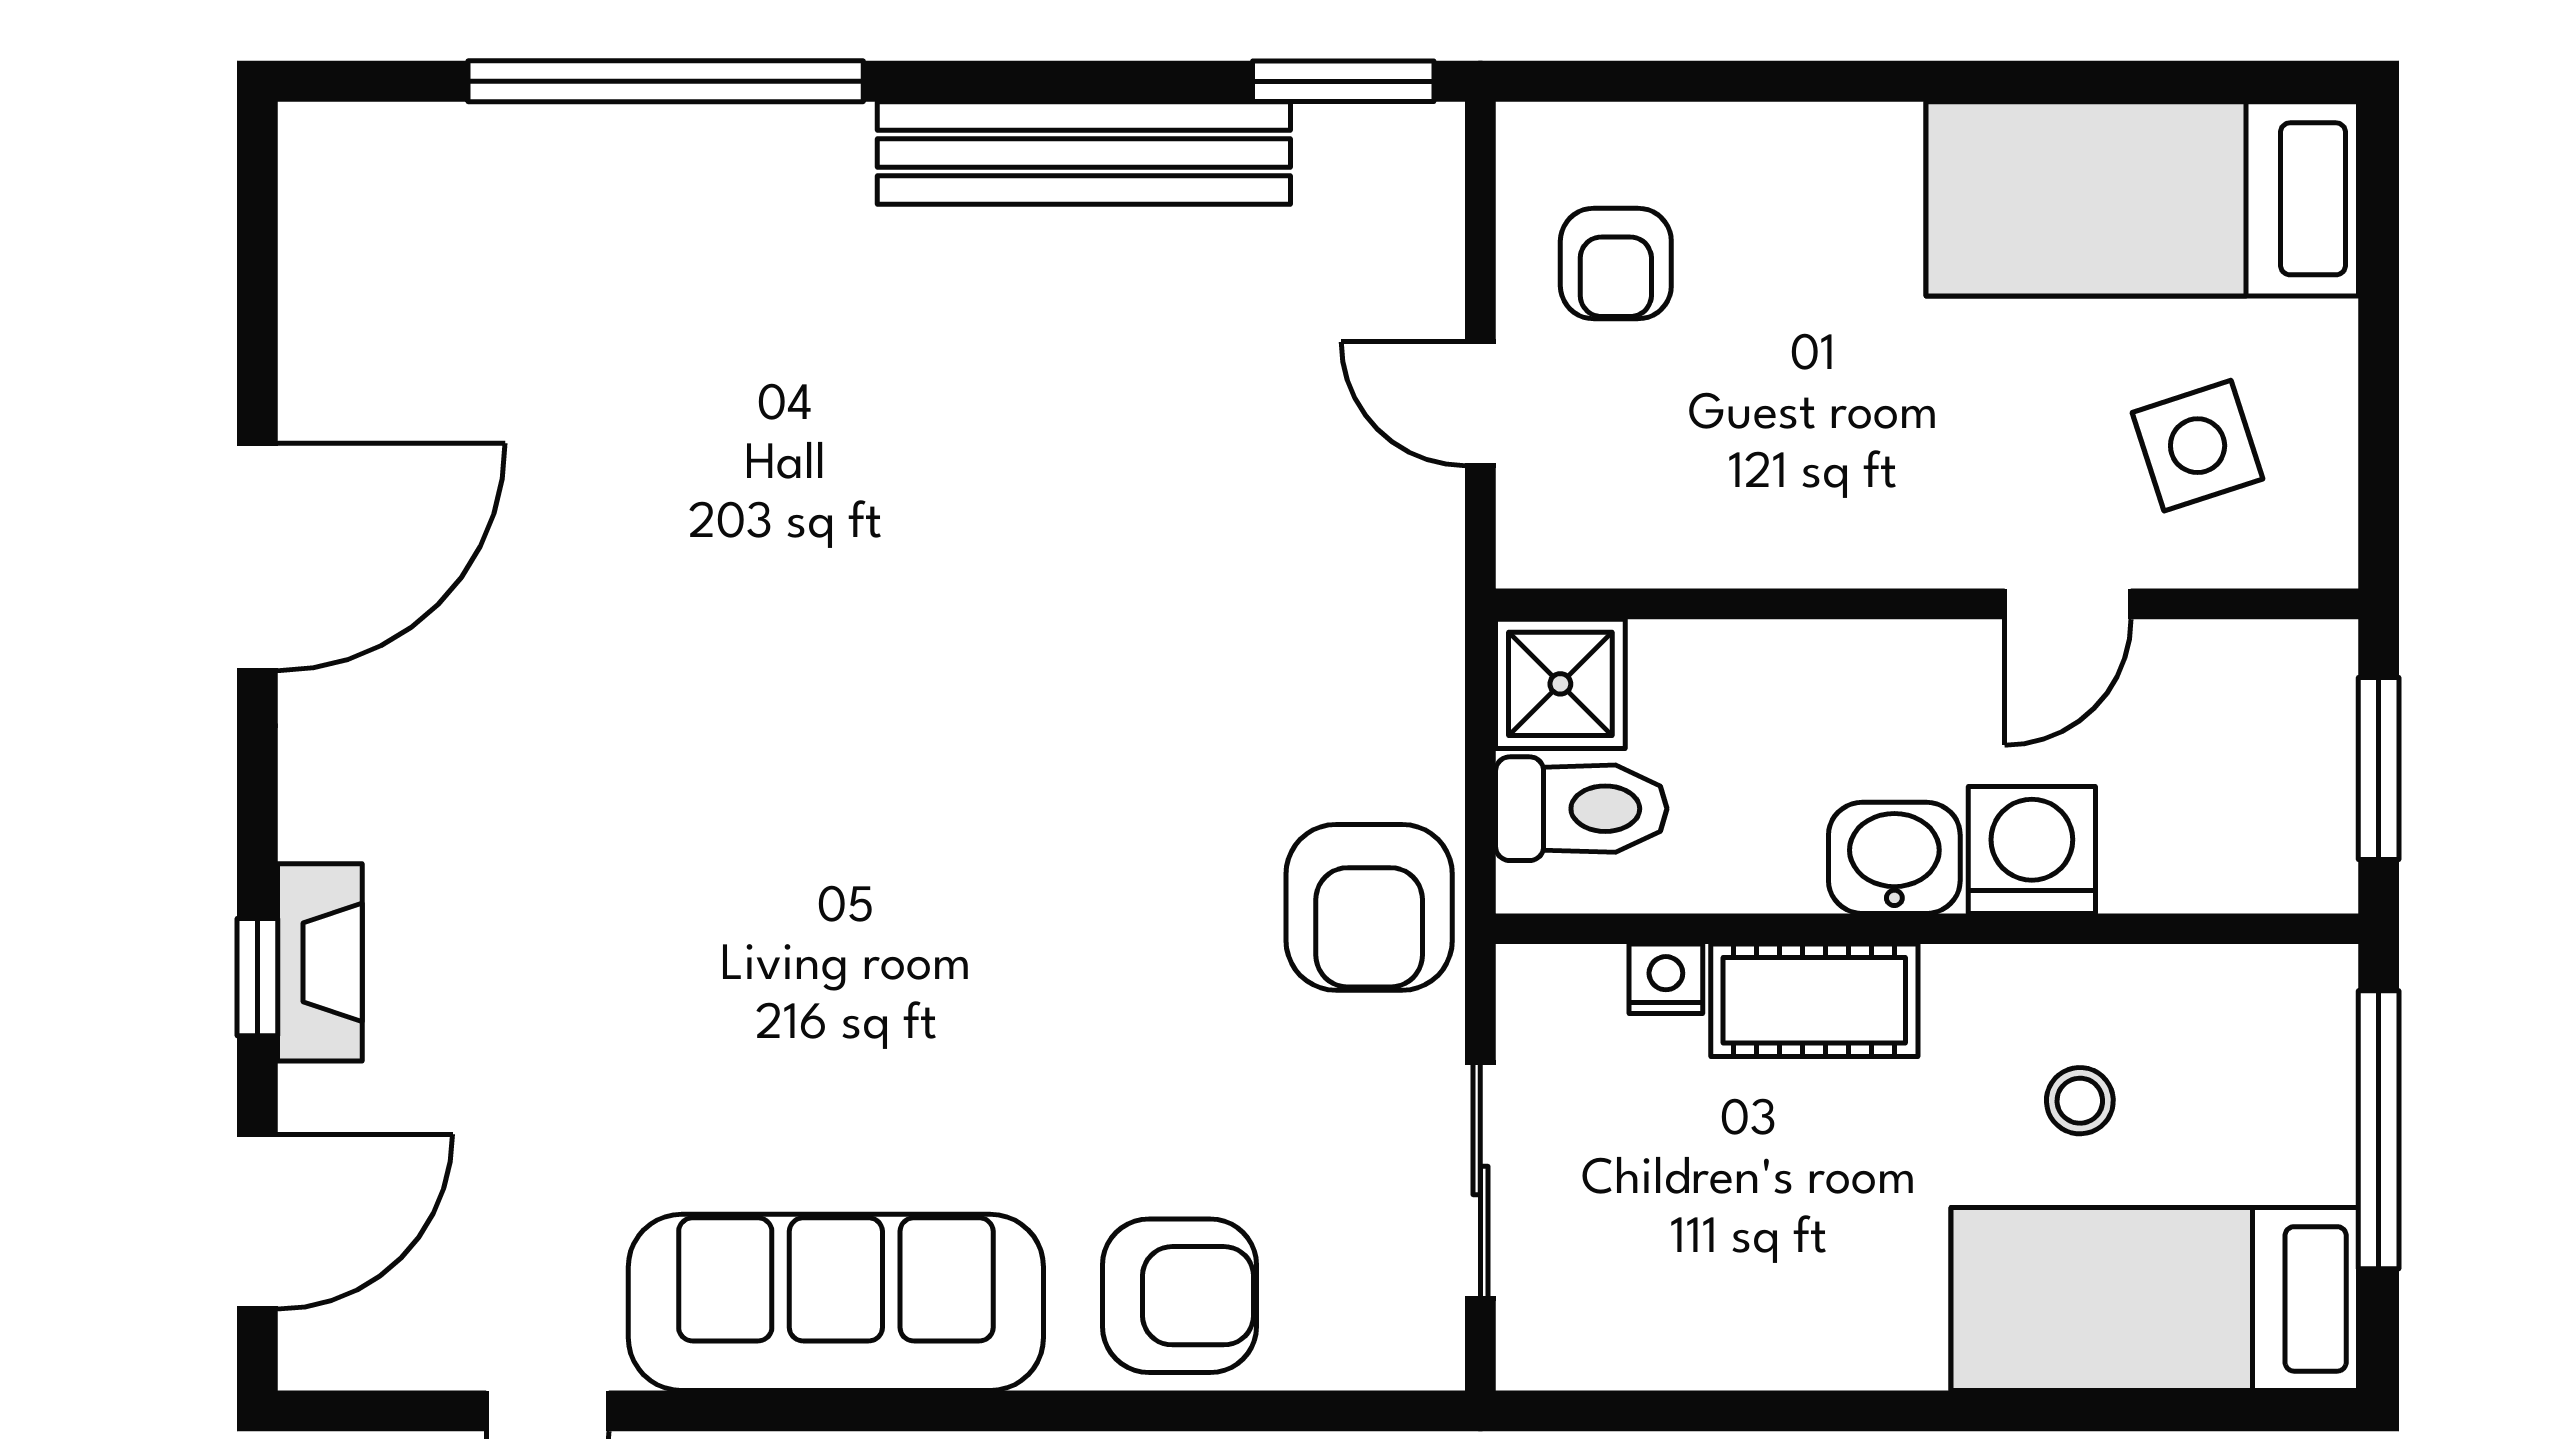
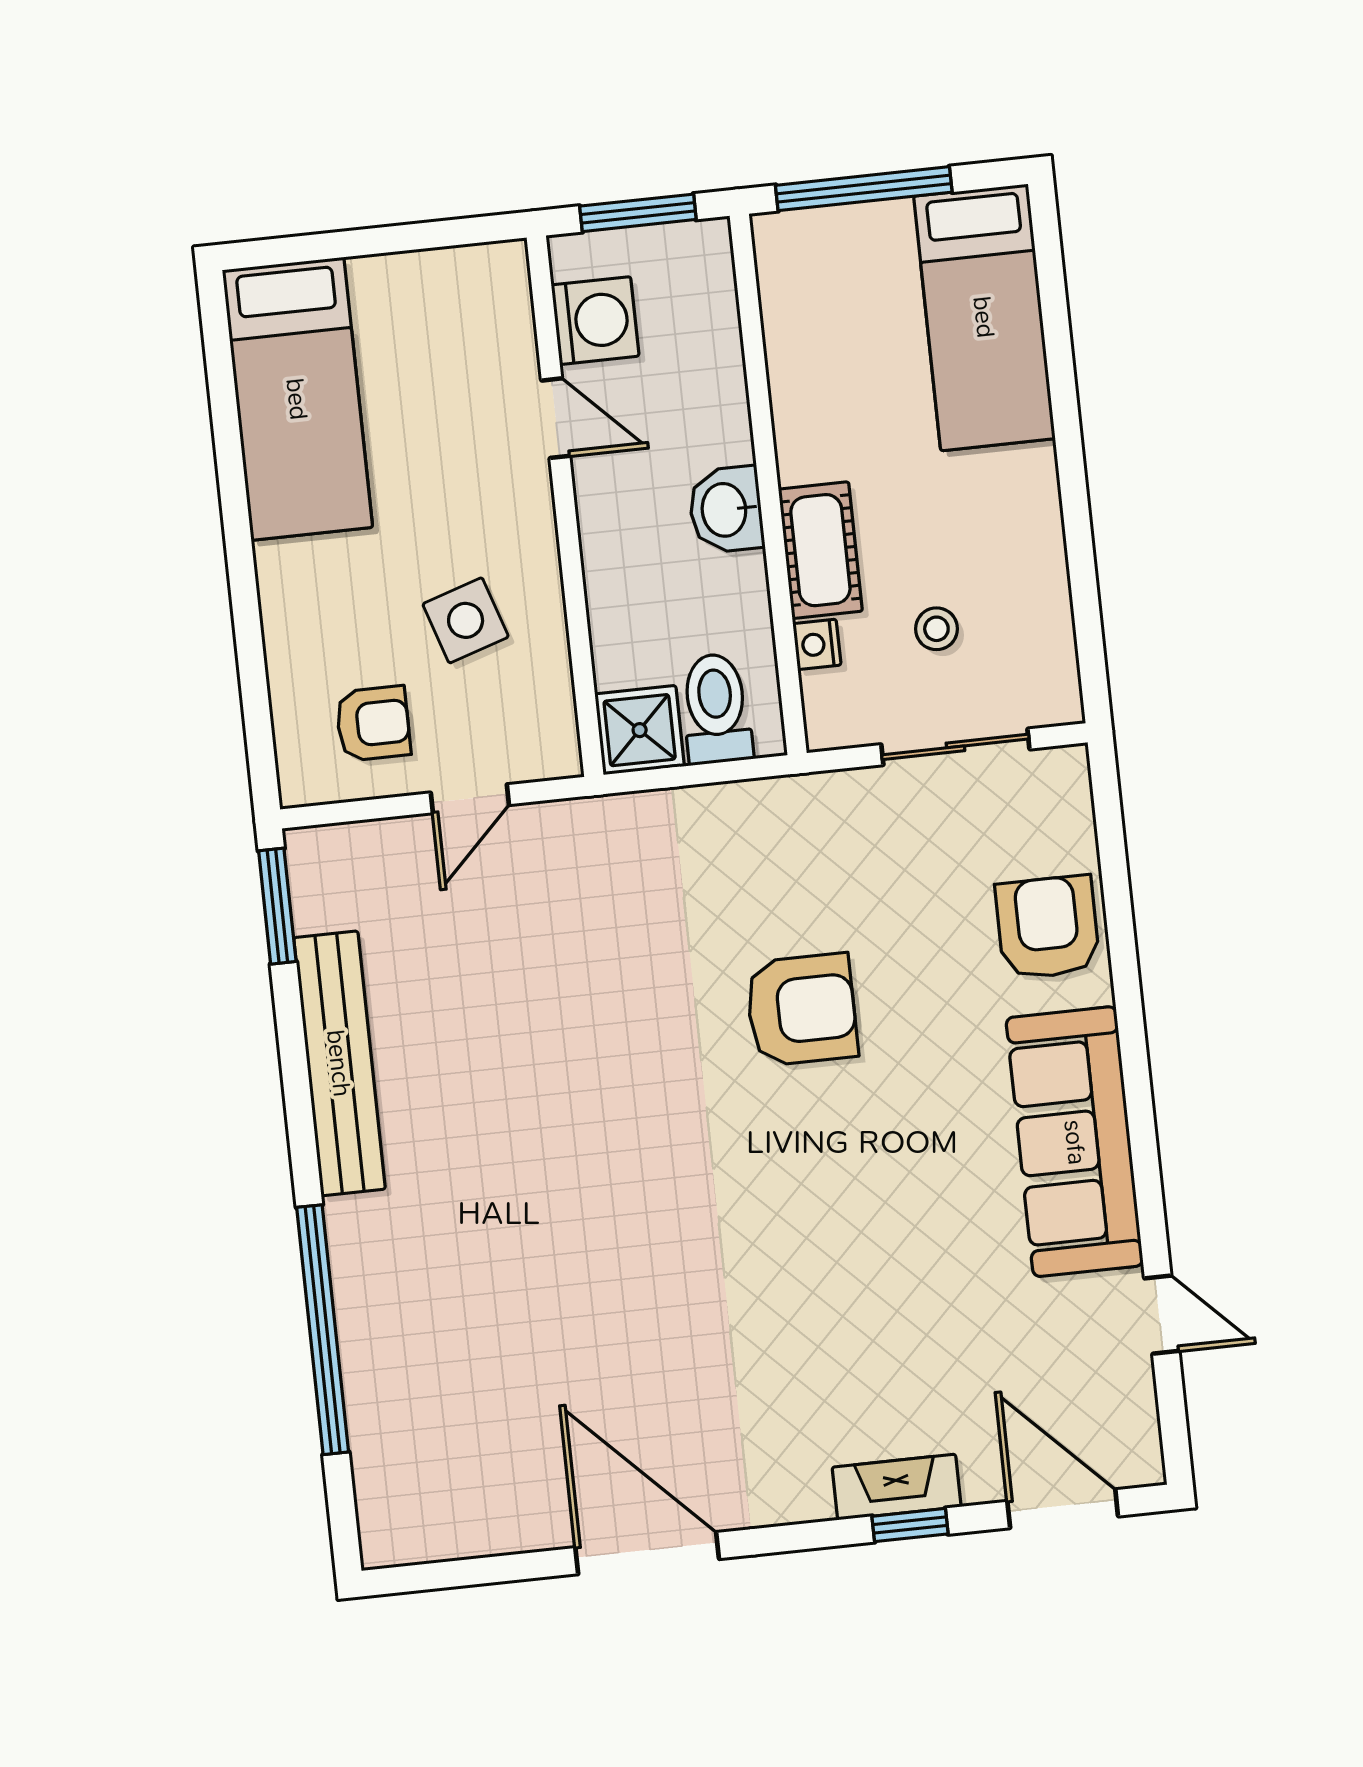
side table: (2198, 446) -> (466, 620), moved
washing machine: (2032, 850) -> (595, 321), moved, turned 180
armchair: (1369, 907) -> (802, 1010), moved
stool: (2080, 1101) -> (936, 629), moved

